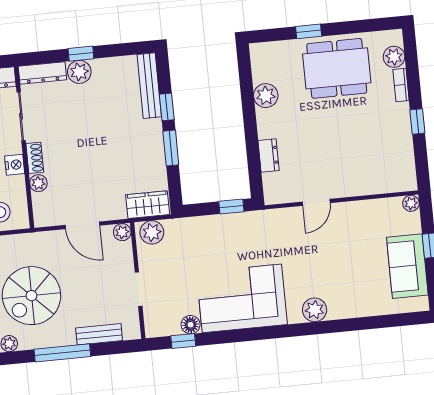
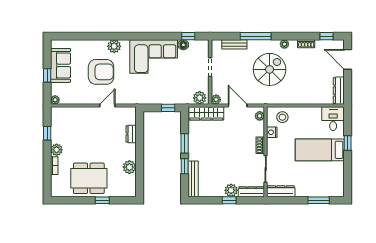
plant: (394, 57) -> (57, 150), moved
window: (417, 122) -> (47, 133), moved
nightstand: (15, 165) -> (272, 132), moved
plant: (38, 183) -> (260, 116), moved
wardrobe: (148, 205) -> (206, 113), width x1.50
window: (231, 206) -> (168, 108), moved
armchair: (333, 262) -> (101, 72), added

